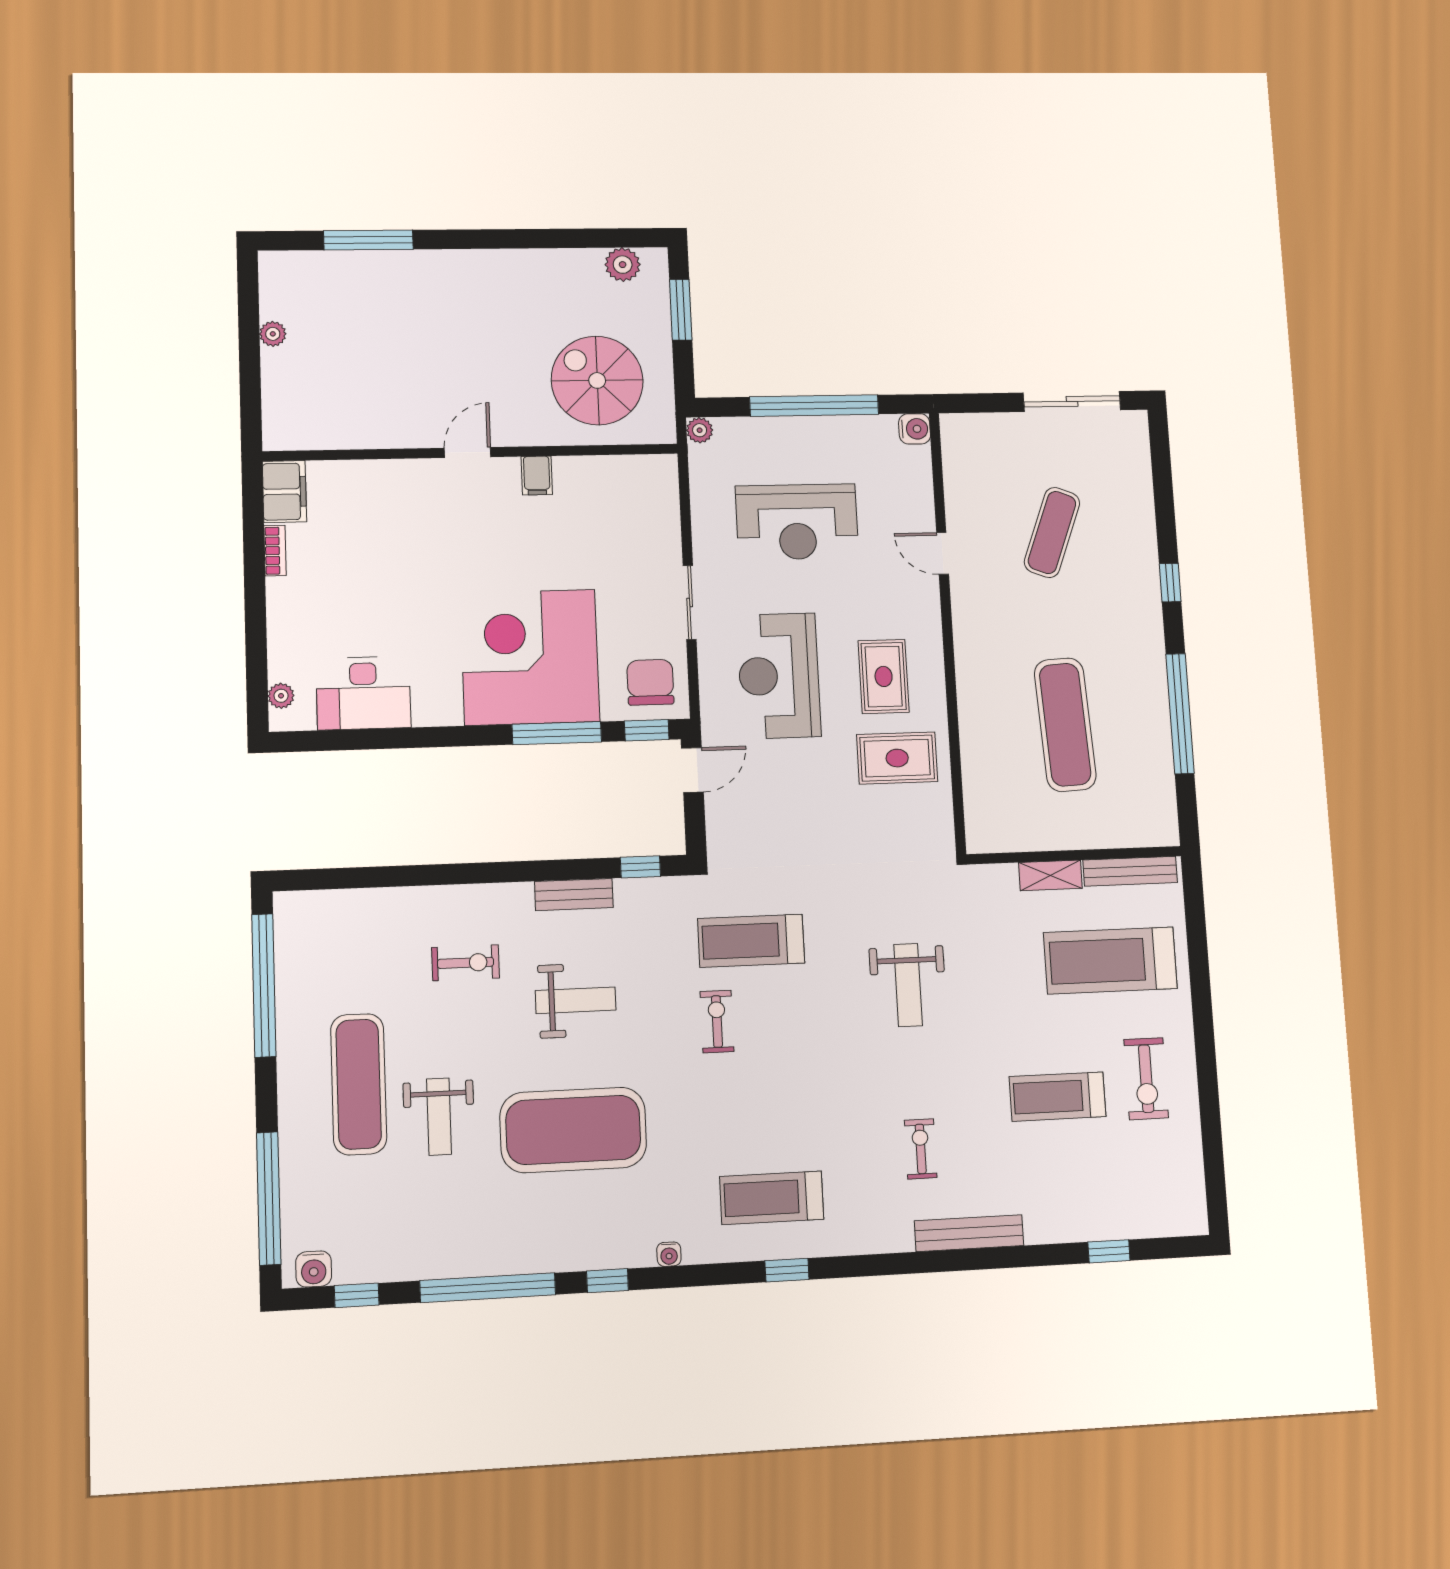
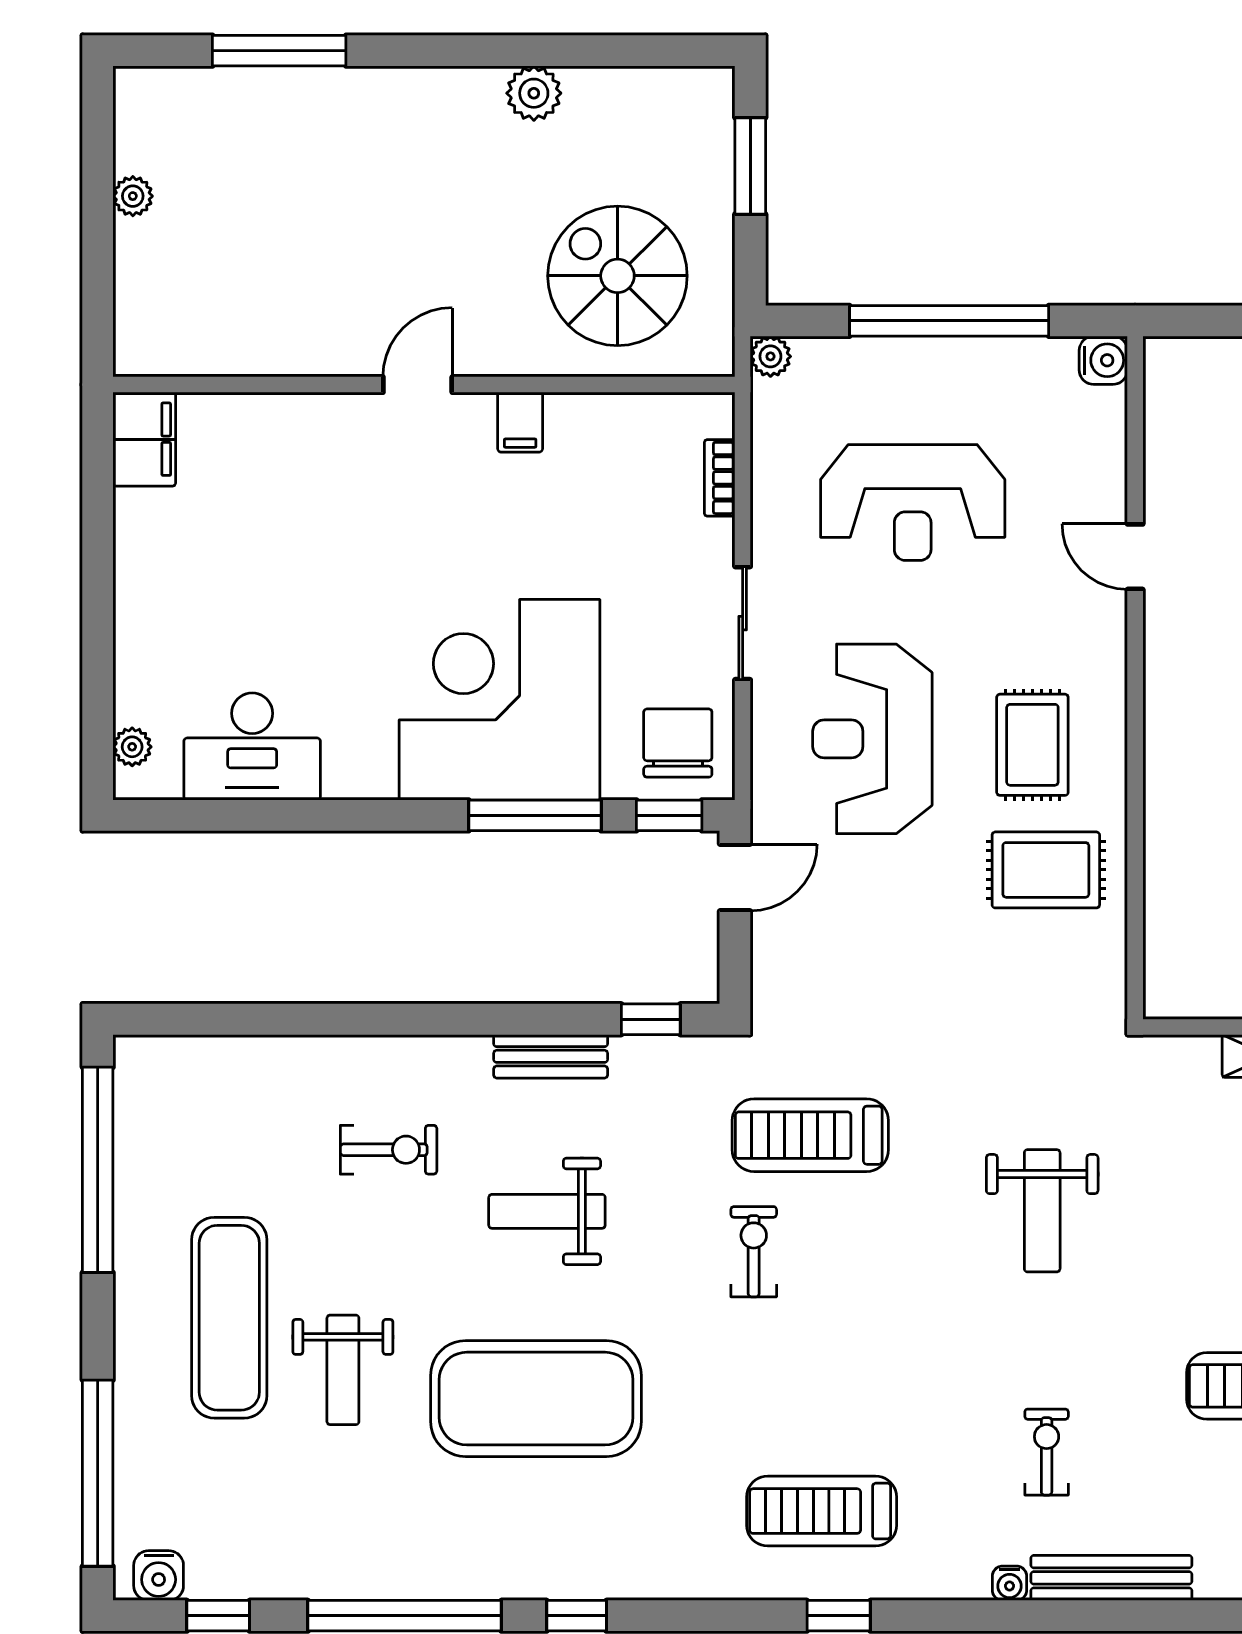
plant: (623, 265) -> (534, 93), moved
bookcase: (275, 551) -> (720, 478), moved, turned 180
weight bench: (576, 1000) -> (547, 1211), turned 180
water cooler: (669, 1254) -> (1010, 1583), moved

